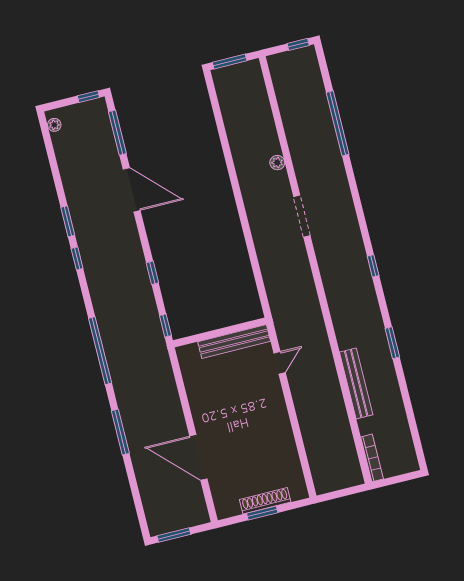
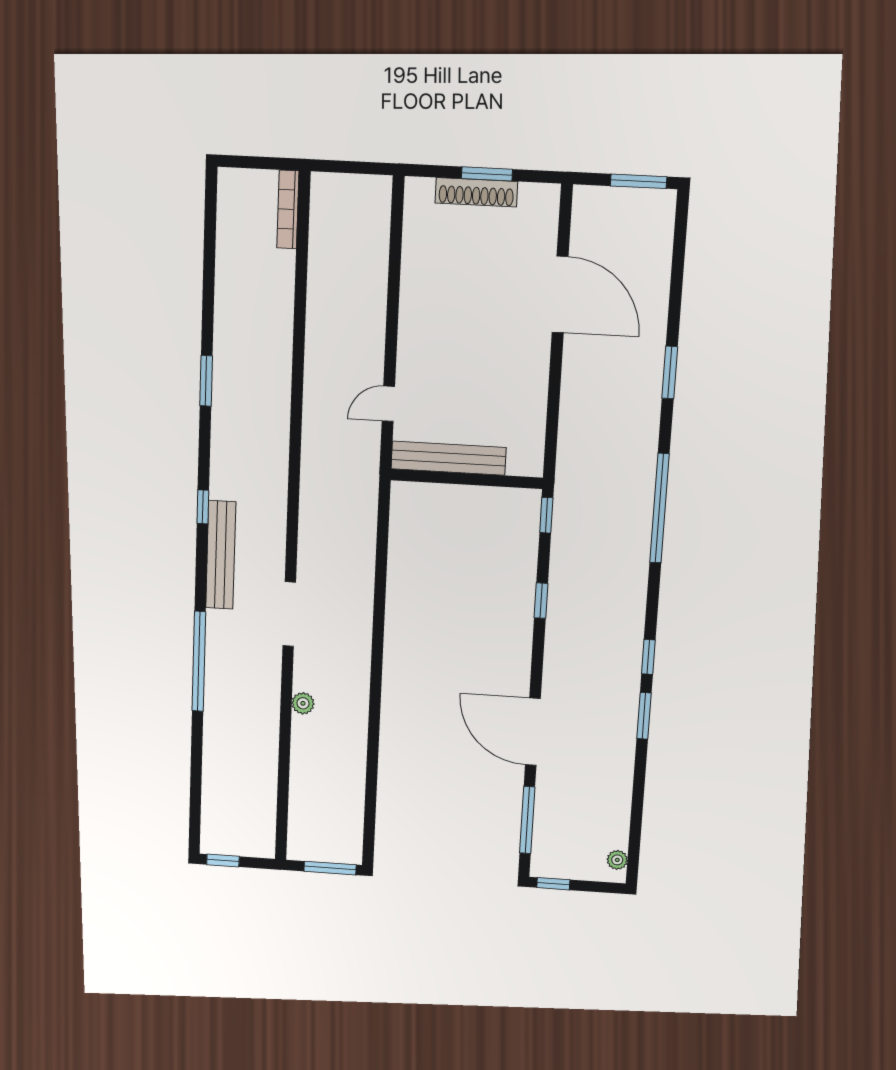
window: (338, 123) -> (199, 661), moved
bench: (356, 383) -> (221, 555), moved
window: (120, 432) -> (670, 372), width x0.69

